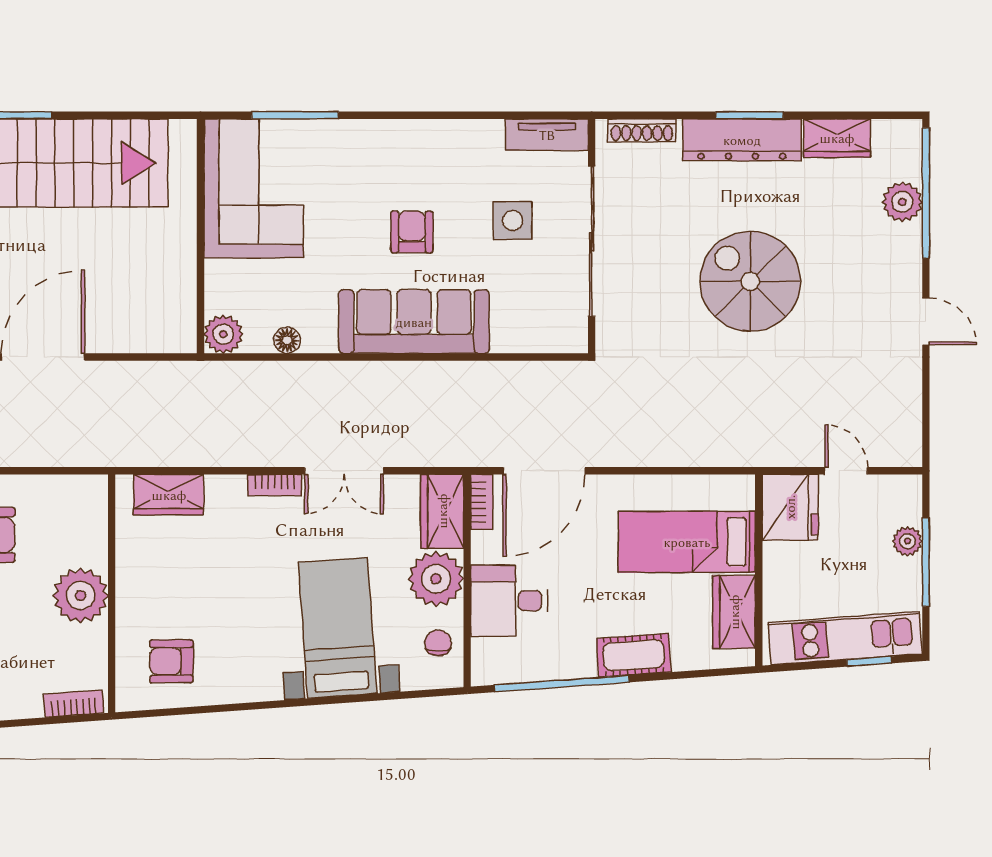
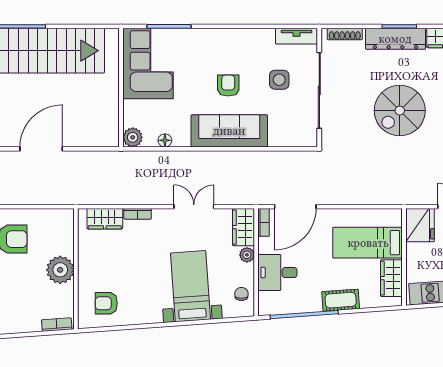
spiral stairs: (750, 281) -> (400, 111), turned -90
double door: (344, 471) -> (194, 207), swing flipped
bookcase: (275, 485) -> (138, 214), moved
plant: (436, 579) -> (247, 255), width x0.53, depth x0.53

